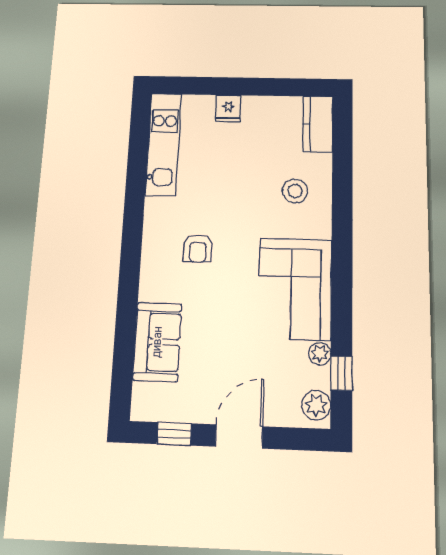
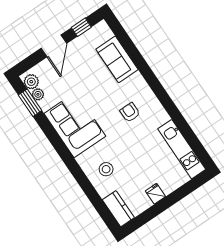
fridge: (228, 108) -> (155, 194), moved
plant: (320, 354) -> (38, 94), moved
window: (341, 373) -> (30, 103), width x1.50

